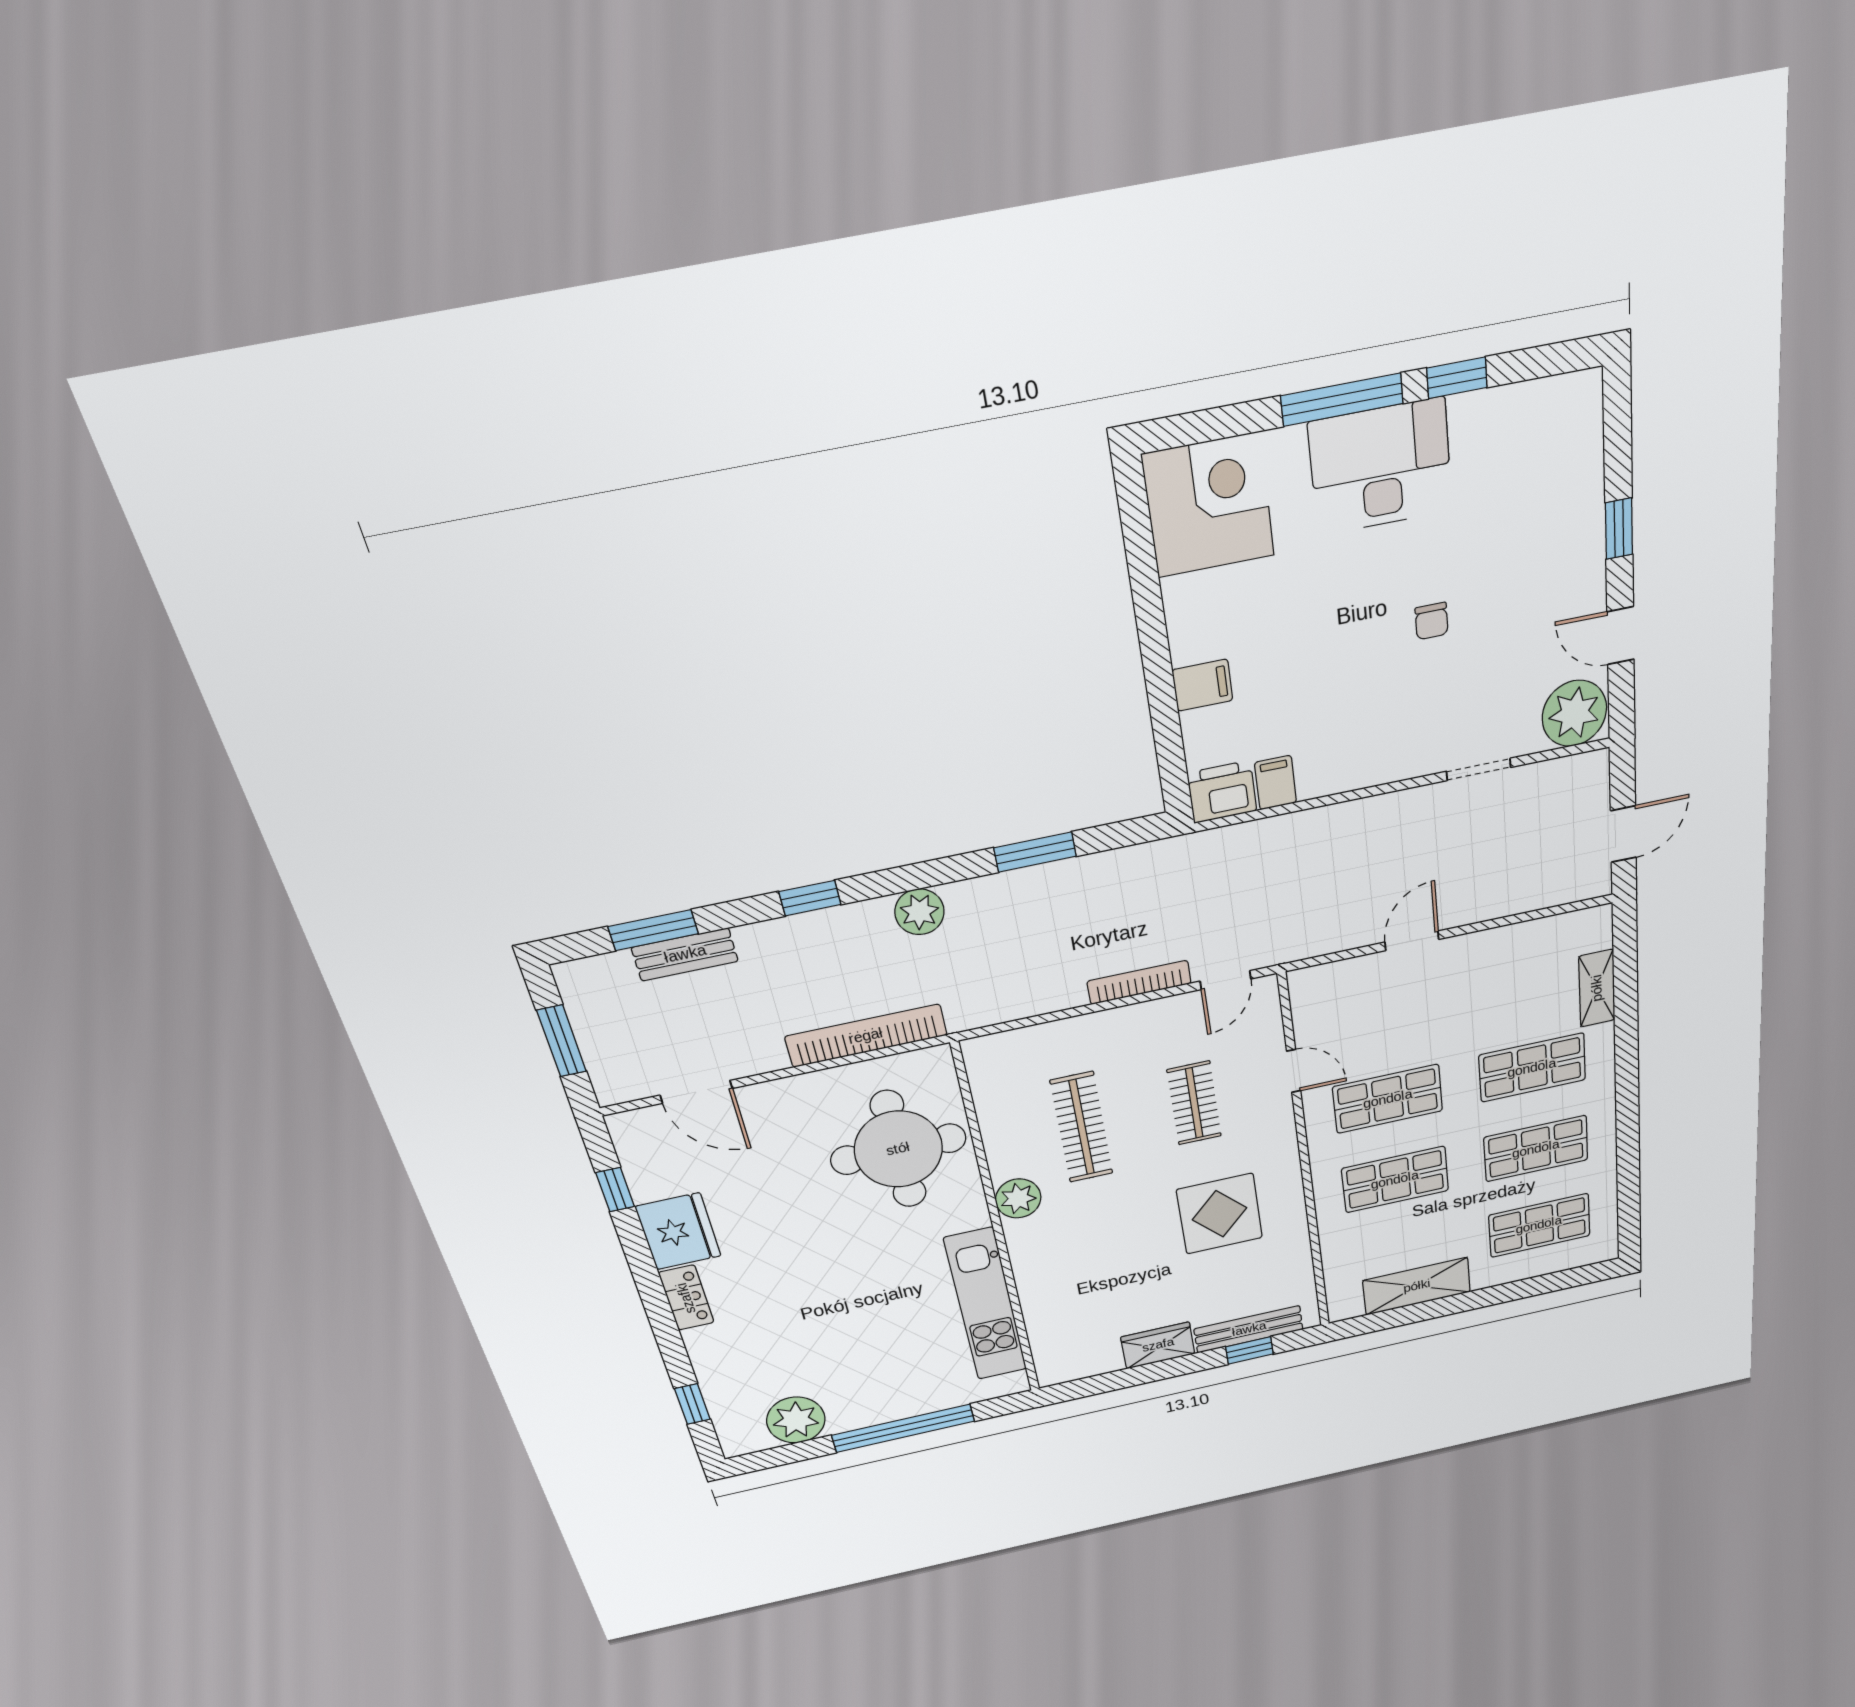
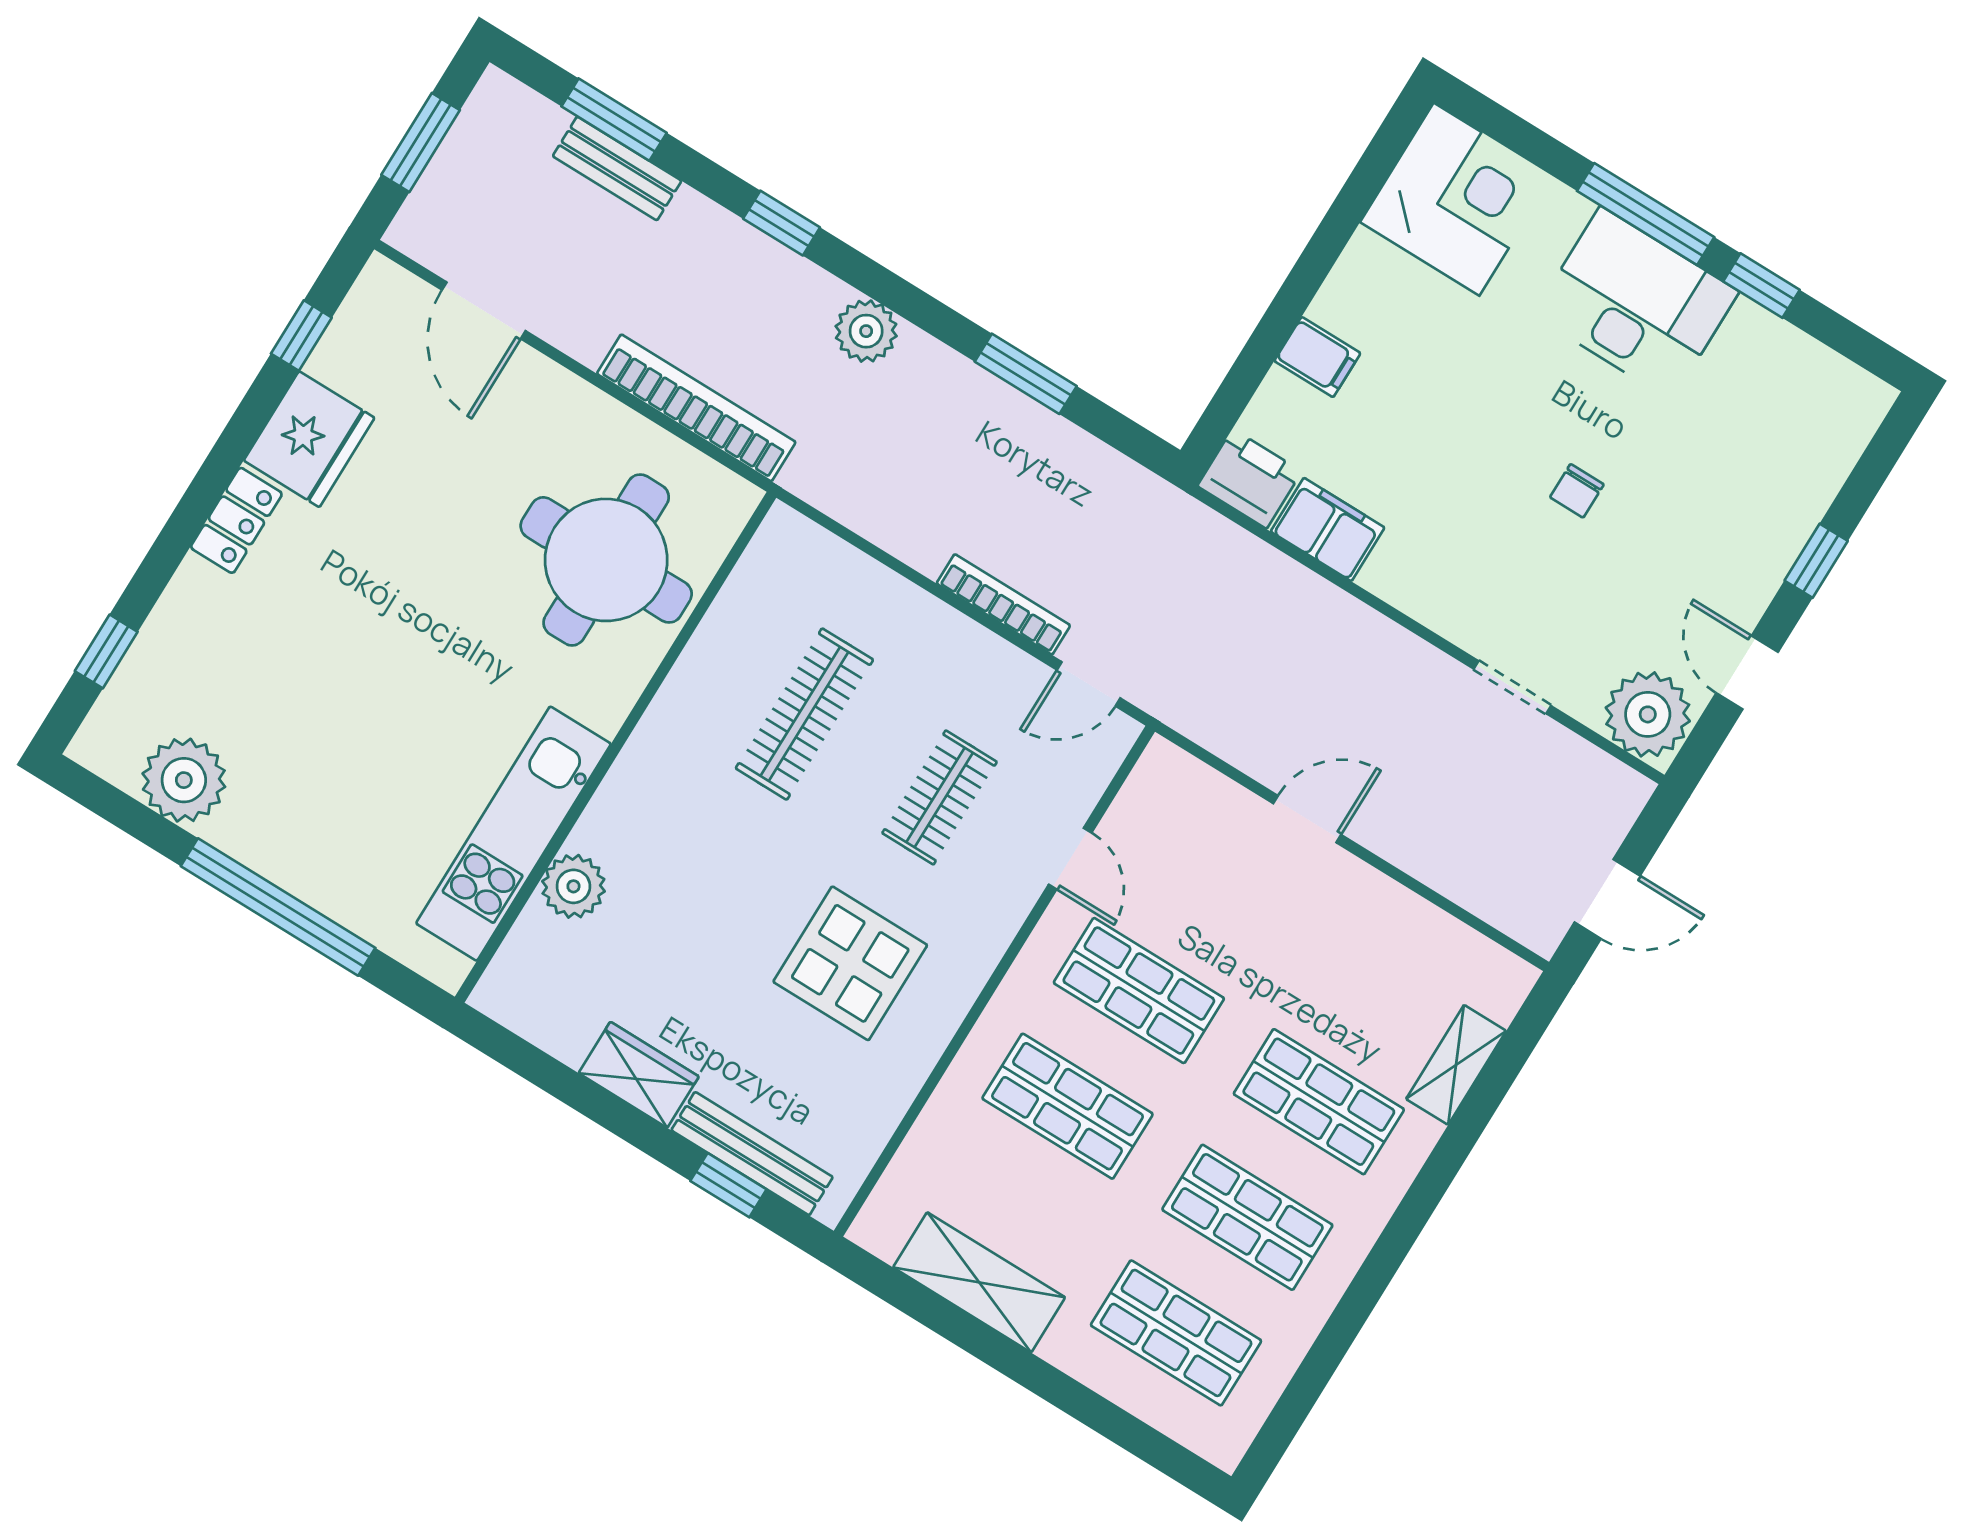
filing cabinet: (1276, 783) -> (1328, 529), width x2.00
plant: (1018, 1198) -> (573, 886), moved

